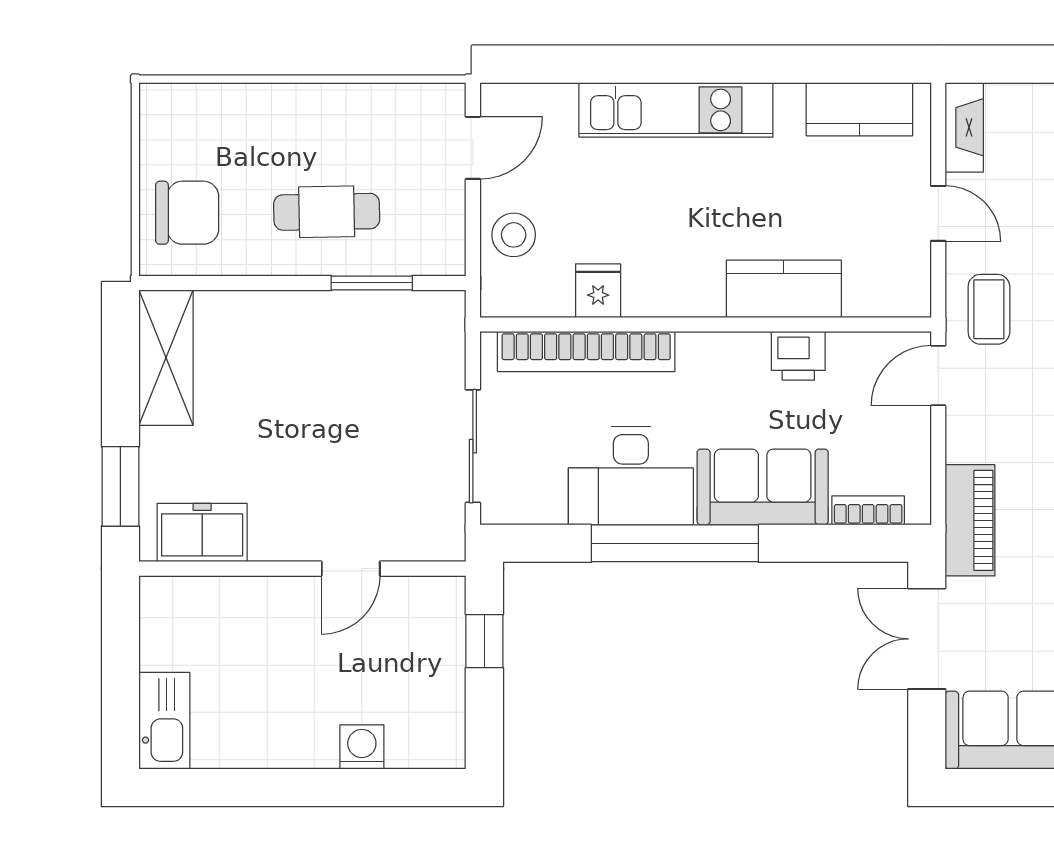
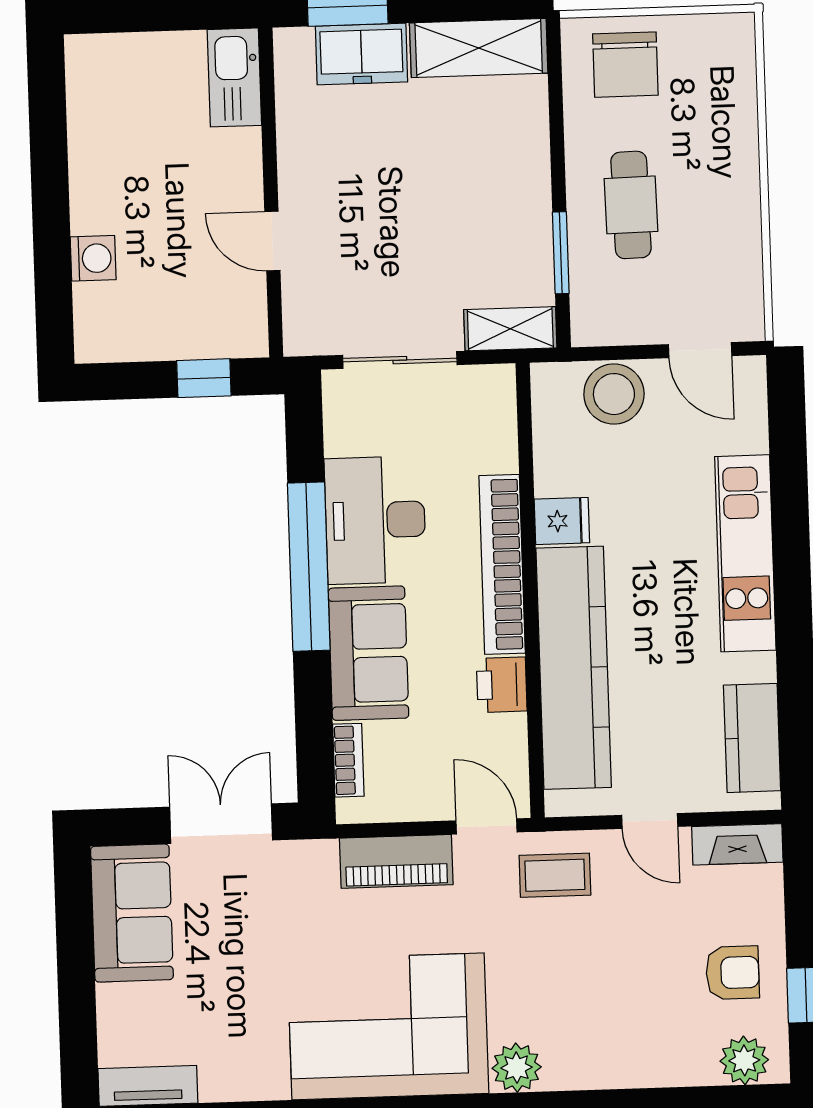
door: (938, 213) -> (650, 821), hinge flipped
stool: (514, 235) -> (614, 394), width x1.38, depth x1.38
kitchen counter: (784, 289) -> (574, 668), width x2.08, depth x1.17
fridge: (598, 291) -> (562, 521), moved
shelving: (445, 336) -> (510, 329), added
bookcase: (586, 352) -> (502, 564), moved
piano: (970, 520) -> (396, 861), moved
freezer: (202, 533) -> (361, 54), moved, turned 90
kitchen sink: (164, 721) -> (234, 77), moved, turned 90

